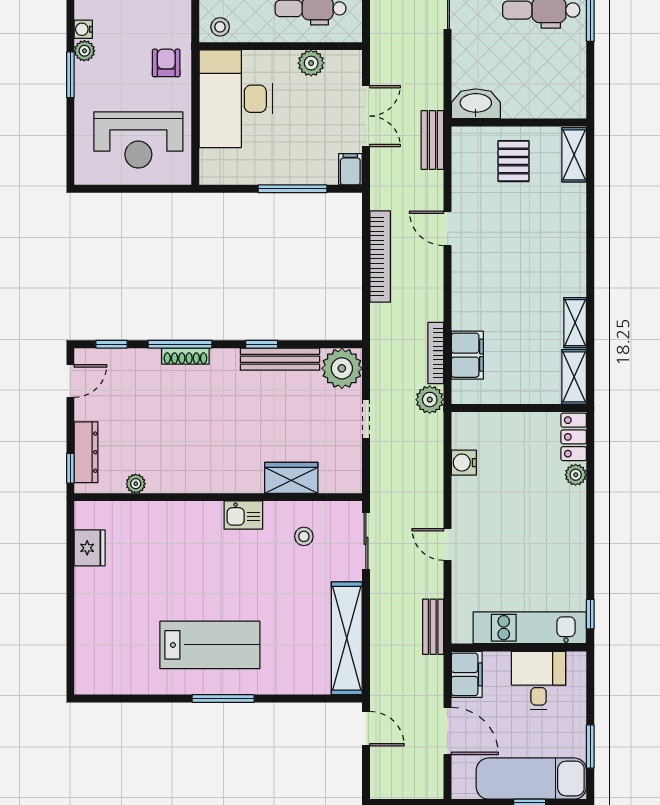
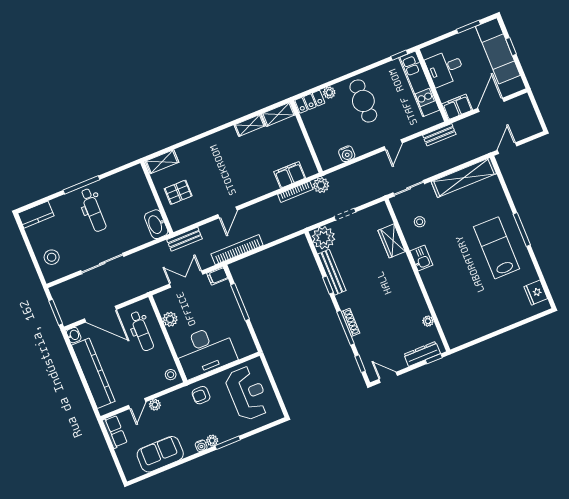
bookcase: (380, 257) -> (237, 250), moved
cafe table: (539, 525) -> (363, 101), added
fridge: (90, 548) -> (536, 293), moved, turned -90

